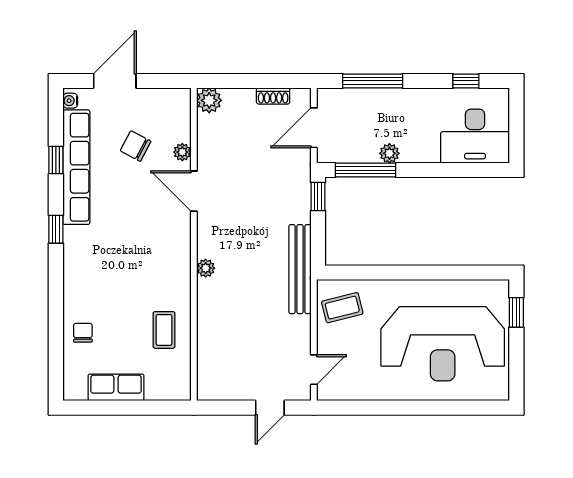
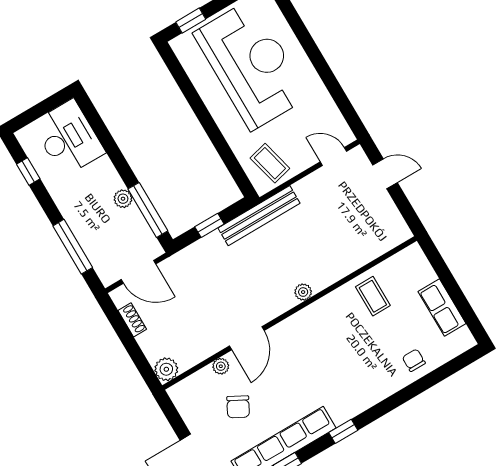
window: (318, 197) -> (209, 225), moved
coffee table: (164, 330) -> (373, 296), turned 90
chair: (83, 333) -> (414, 360), turned 90

